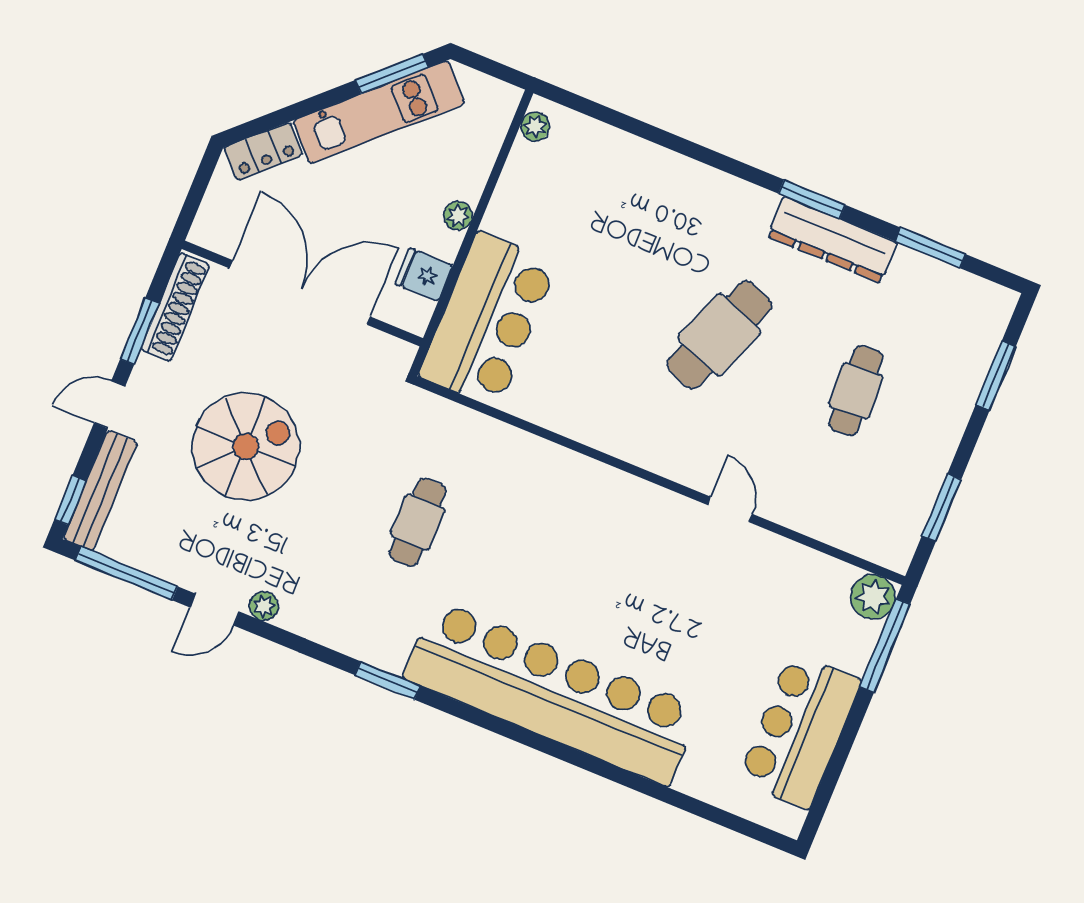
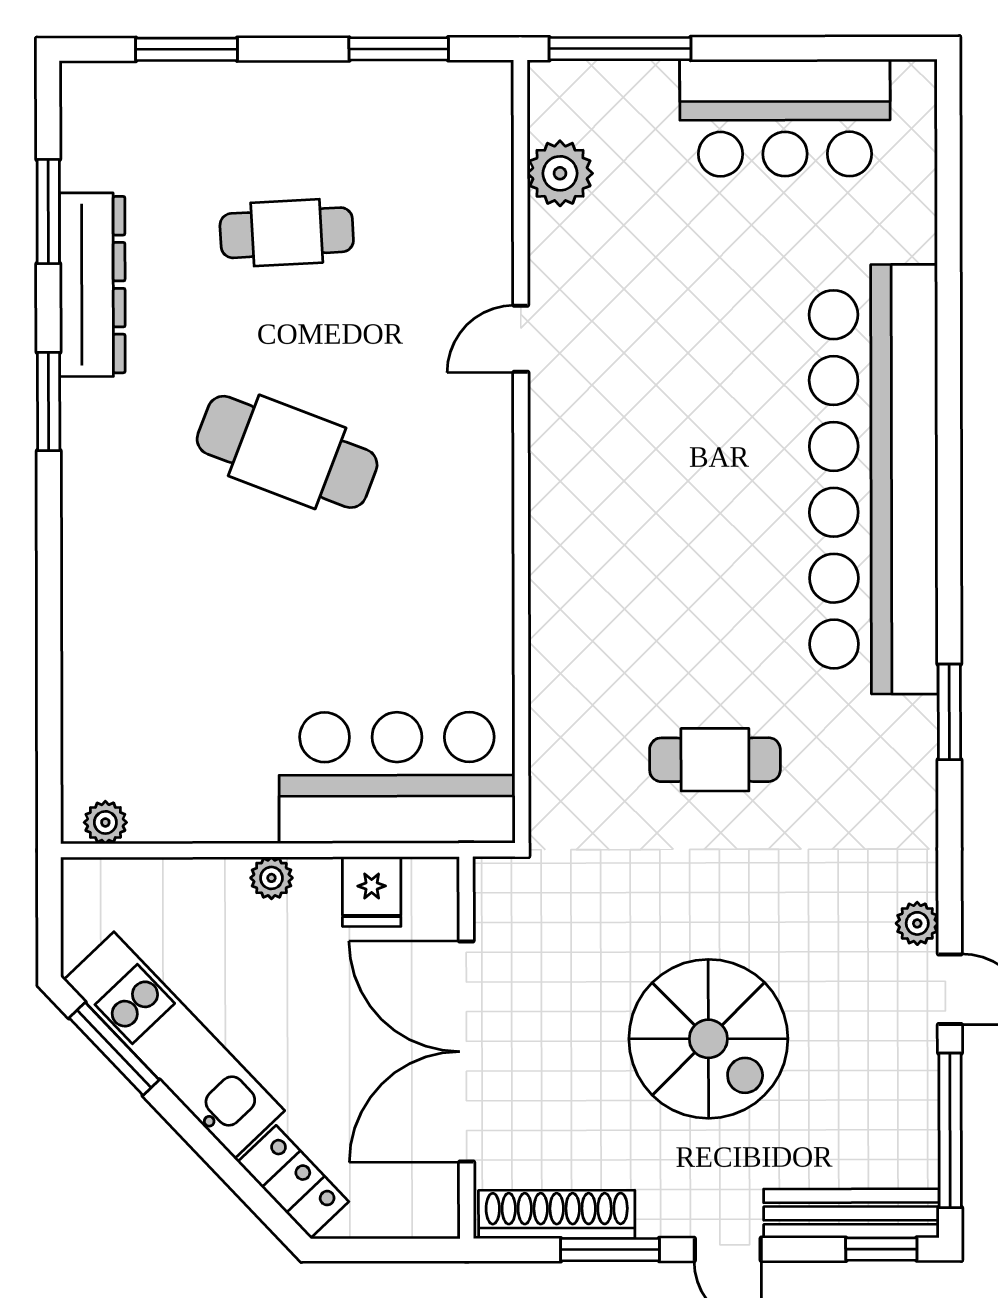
dresser: (832, 240) -> (92, 285), moved
spiral stairs: (246, 446) -> (708, 1039), turned 180
plant: (873, 597) -> (560, 173), moved

